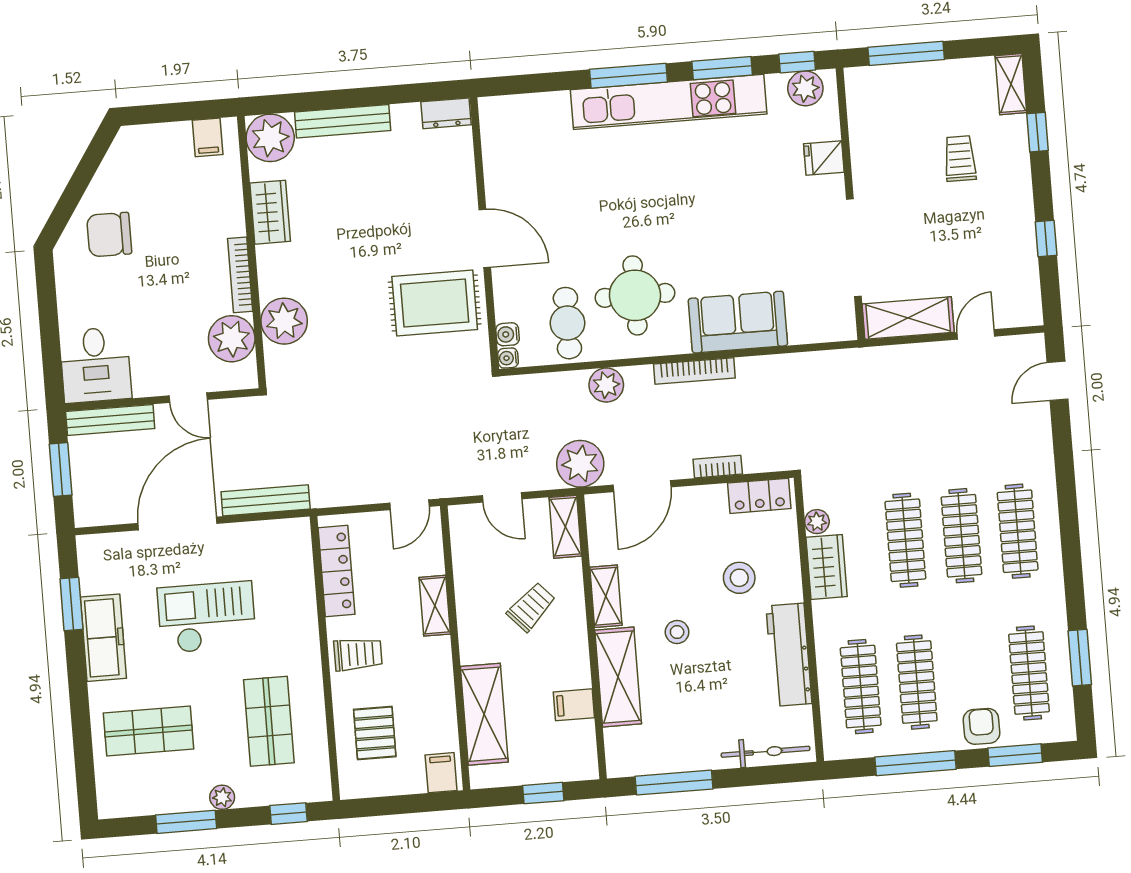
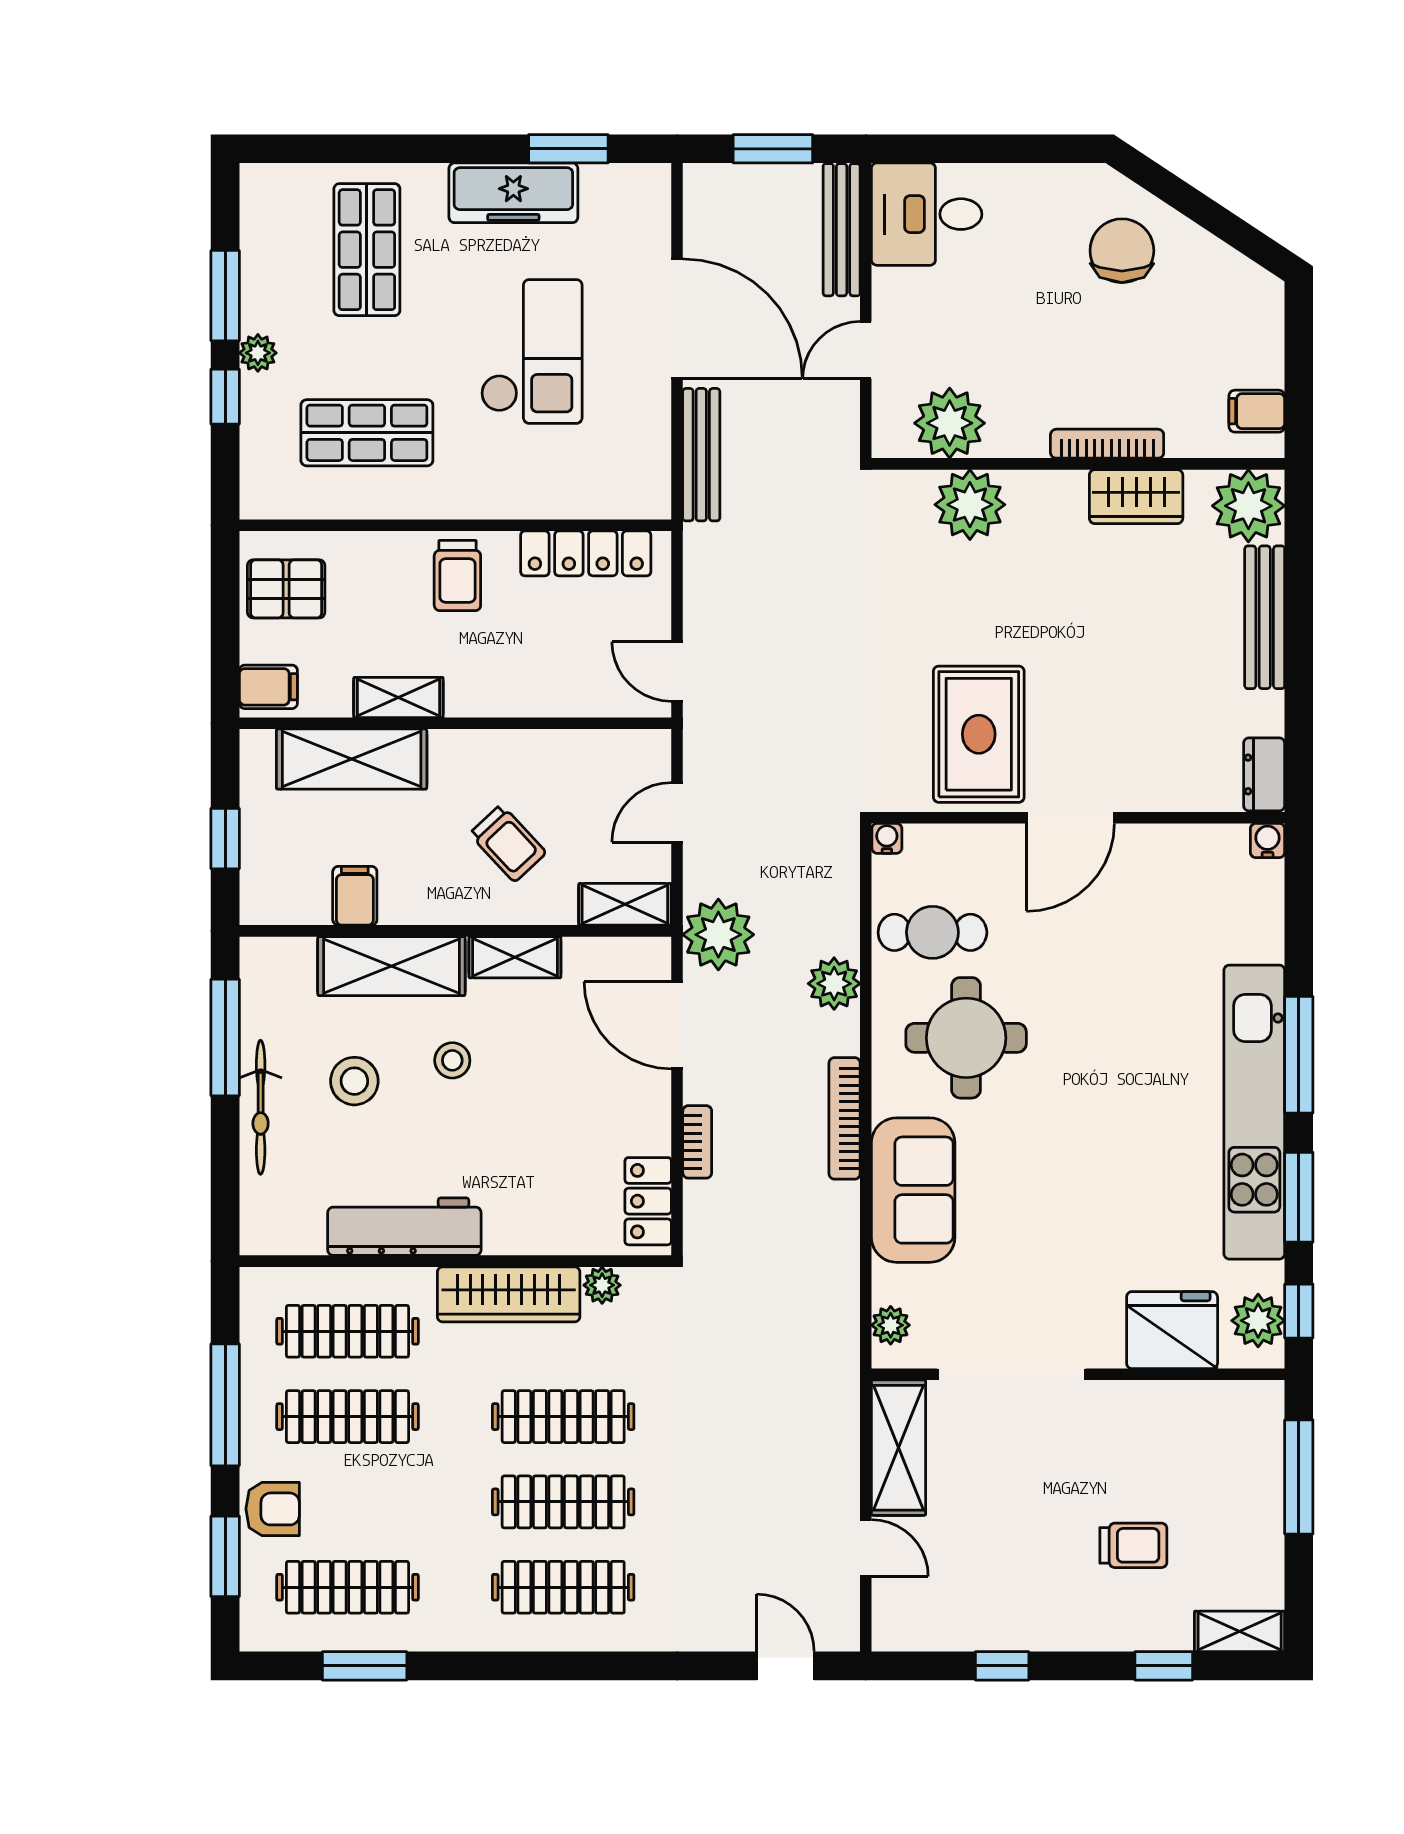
fridge: (824, 158) -> (1172, 1330), width x1.88, depth x1.34
bookcase: (240, 275) -> (1107, 444), moved
plant: (828, 330) -> (891, 1325), added
water cooler: (508, 334) -> (1268, 840), moved
wardrobe: (827, 567) -> (509, 1294), width x1.50
stool: (739, 578) -> (354, 1081), moved
shelving: (435, 606) -> (398, 698), moved
pallet: (375, 733) -> (286, 589), moved
bicycle: (766, 752) -> (261, 1107), moved
window: (289, 814) -> (225, 397), moved

